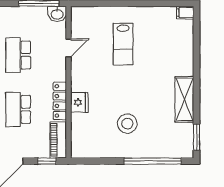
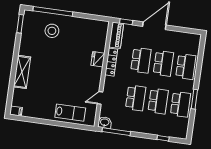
lab bench: (123, 44) -> (70, 113), moved, turned 90
shelving: (184, 99) -> (22, 72), moved
stool: (127, 124) -> (52, 31), moved

